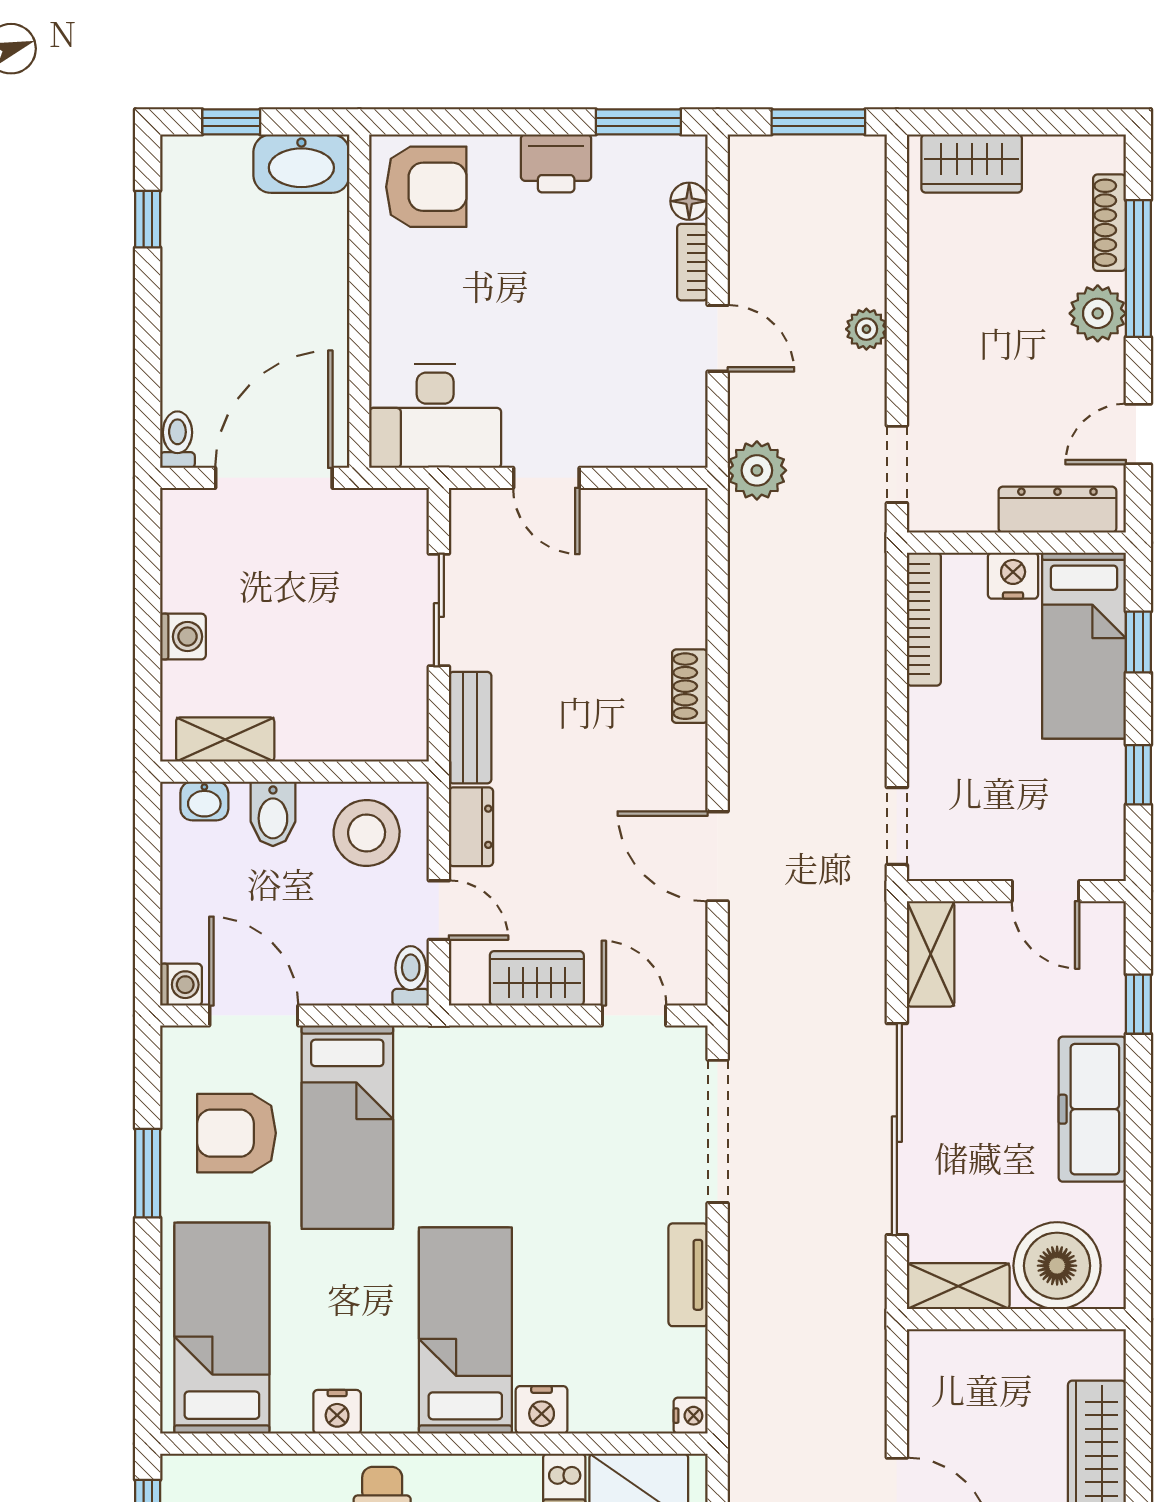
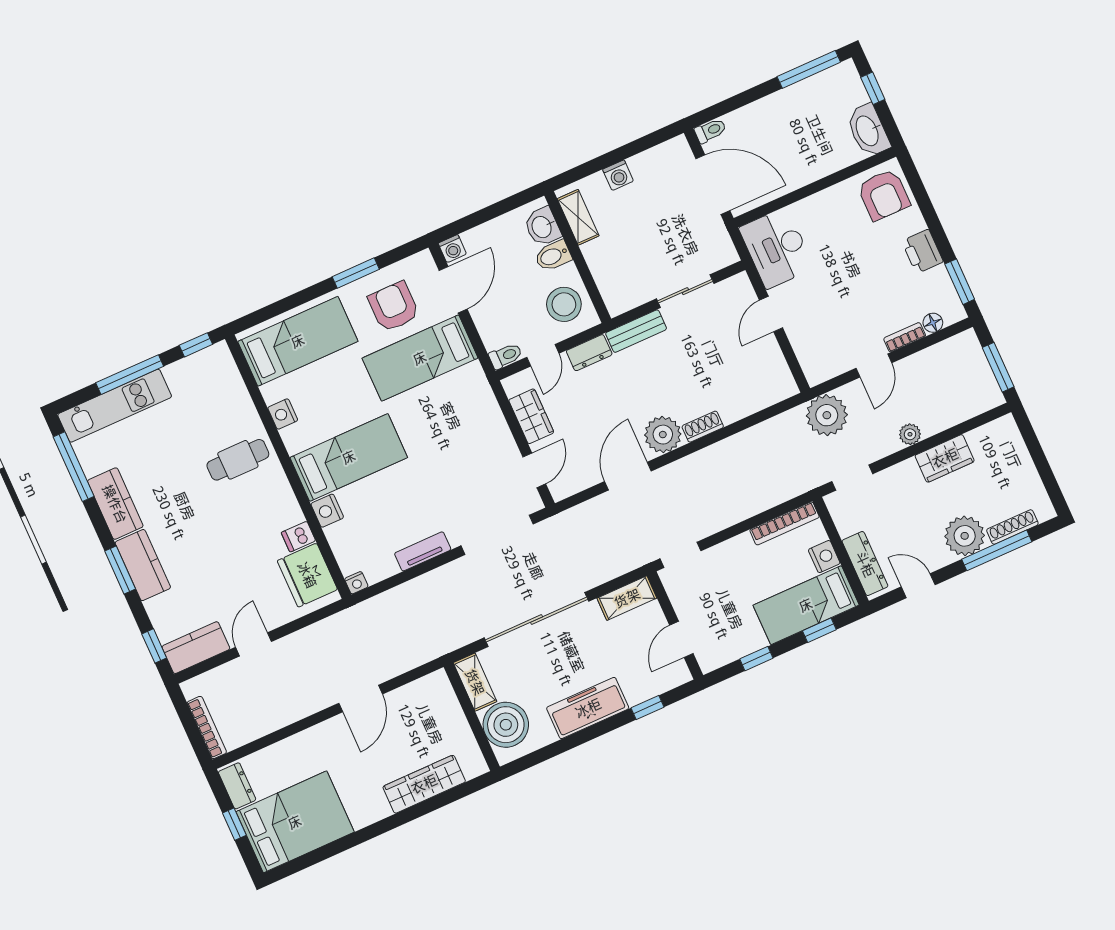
wardrobe: (972, 164) -> (945, 458), moved, turned -90
window: (148, 219) -> (809, 69), width x2.17
plant: (1098, 313) -> (965, 536), width x1.36, depth x1.36
plant: (757, 470) -> (827, 415), width x1.36, depth x1.36
plant: (672, 762) -> (663, 435), added
washbasin: (204, 801) -> (542, 227), width x1.38, depth x1.45

